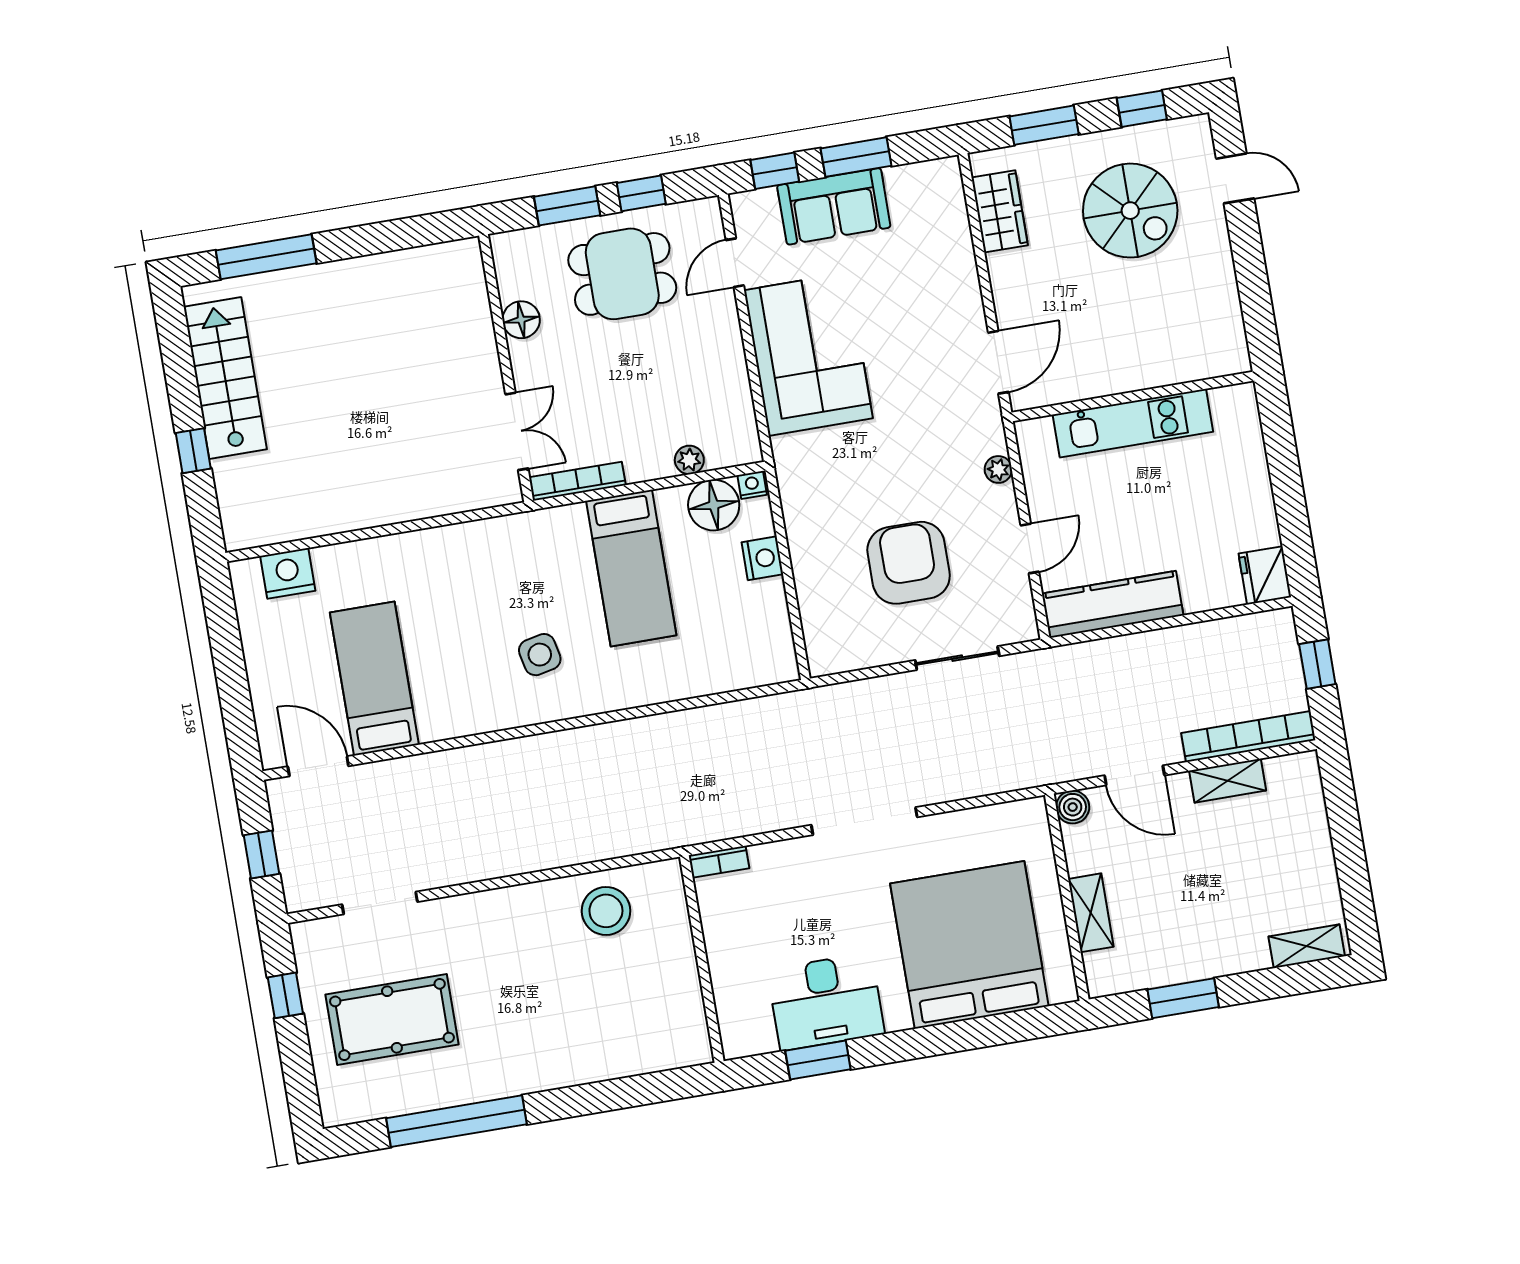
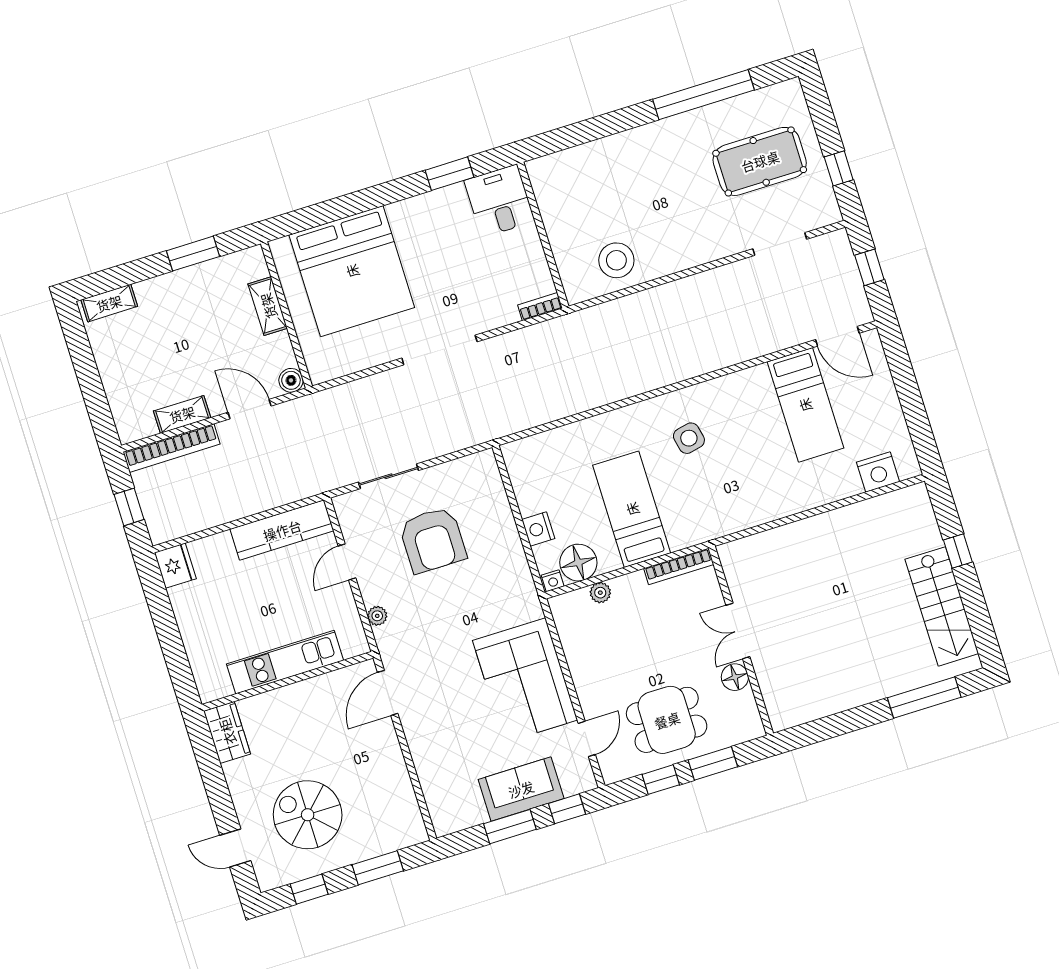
wardrobe: (1000, 211) -> (227, 732), moved, turned 180
double door: (517, 431) -> (738, 631), moved
desk: (826, 1002) -> (500, 201), moved, width x0.73

